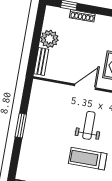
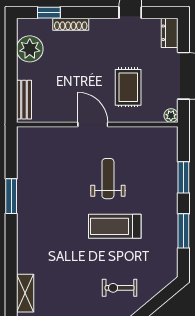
plant: (49, 39) -> (30, 49), moved
door: (85, 87) -> (93, 124), hinge flipped

